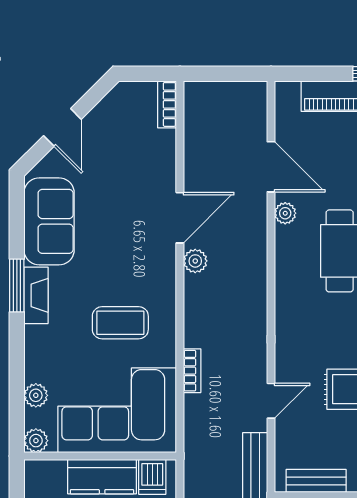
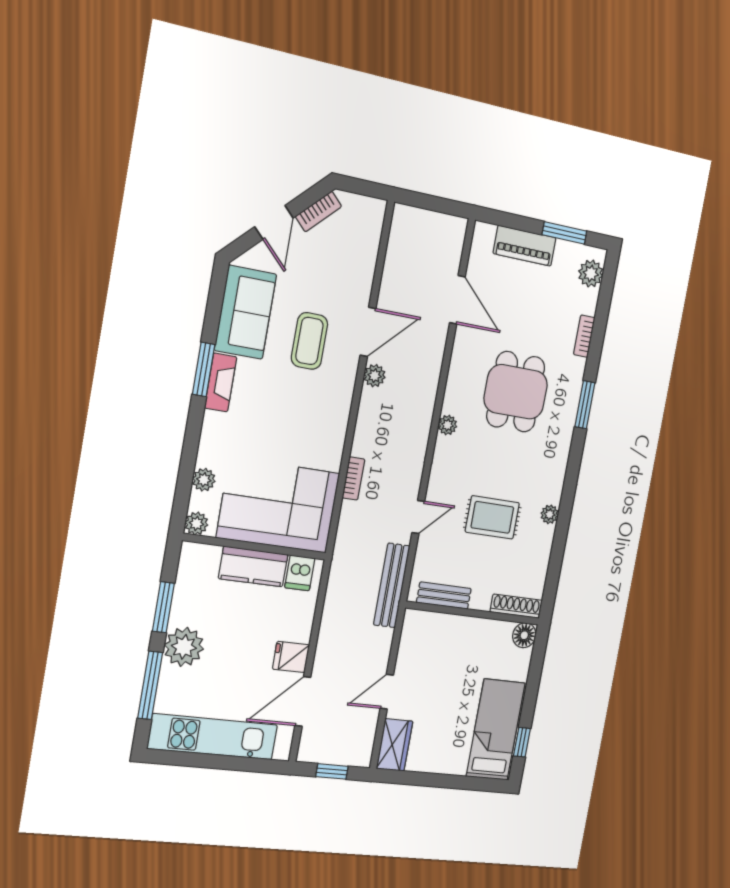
bookcase: (167, 104) -> (318, 211), moved, turned -135
plant: (285, 213) -> (448, 425), moved
coffee table: (120, 323) -> (309, 341), moved, turned 90

